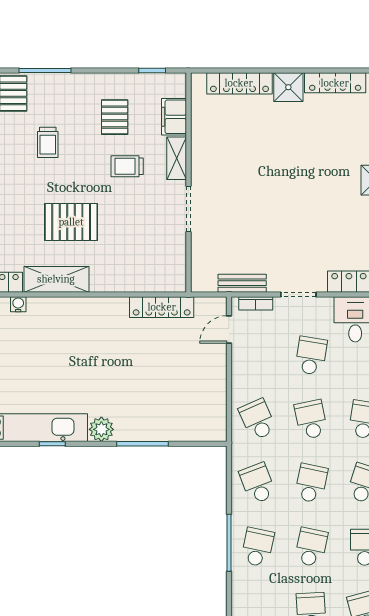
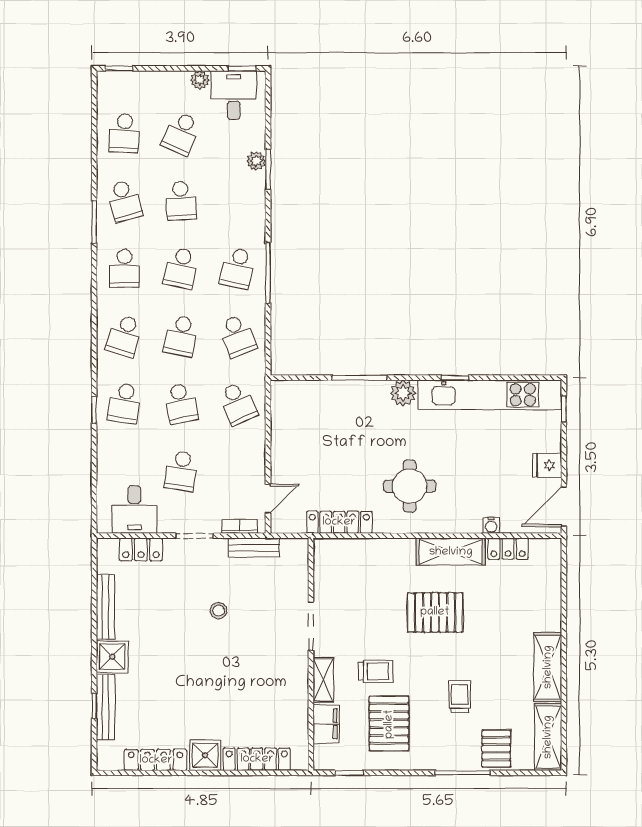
pallet: (115, 117) -> (389, 724), width x1.50, depth x1.42
stool: (276, 224) -> (219, 611), added
round table: (95, 341) -> (410, 486), added

